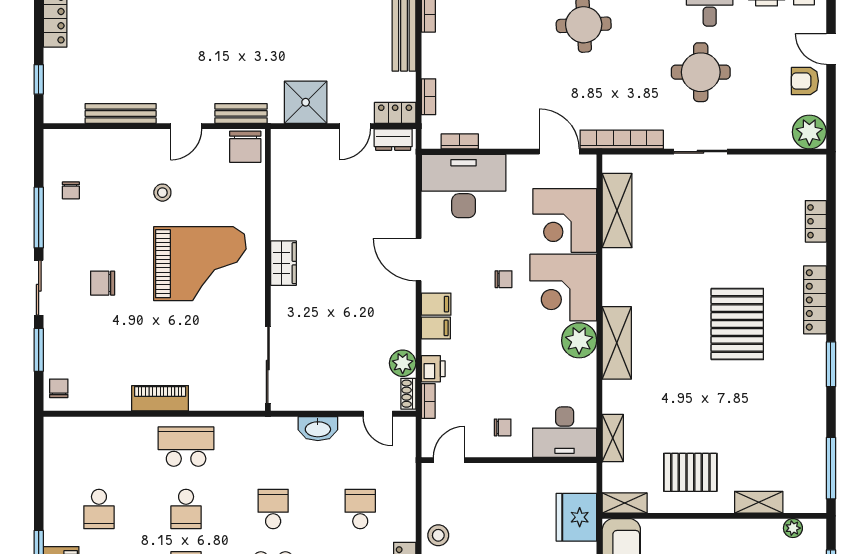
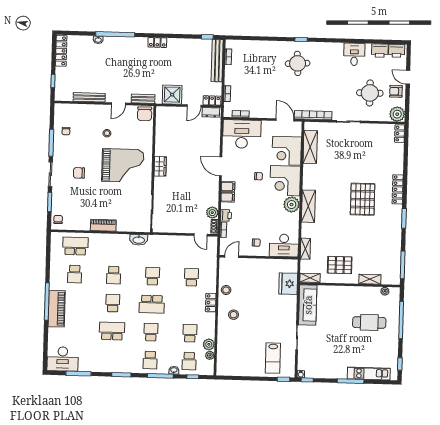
round table: (701, 72) -> (370, 93), moved
locker: (816, 221) -> (400, 134), moved
washbasin: (318, 429) -> (139, 240), moved
school desk: (186, 447) -> (75, 246), moved

